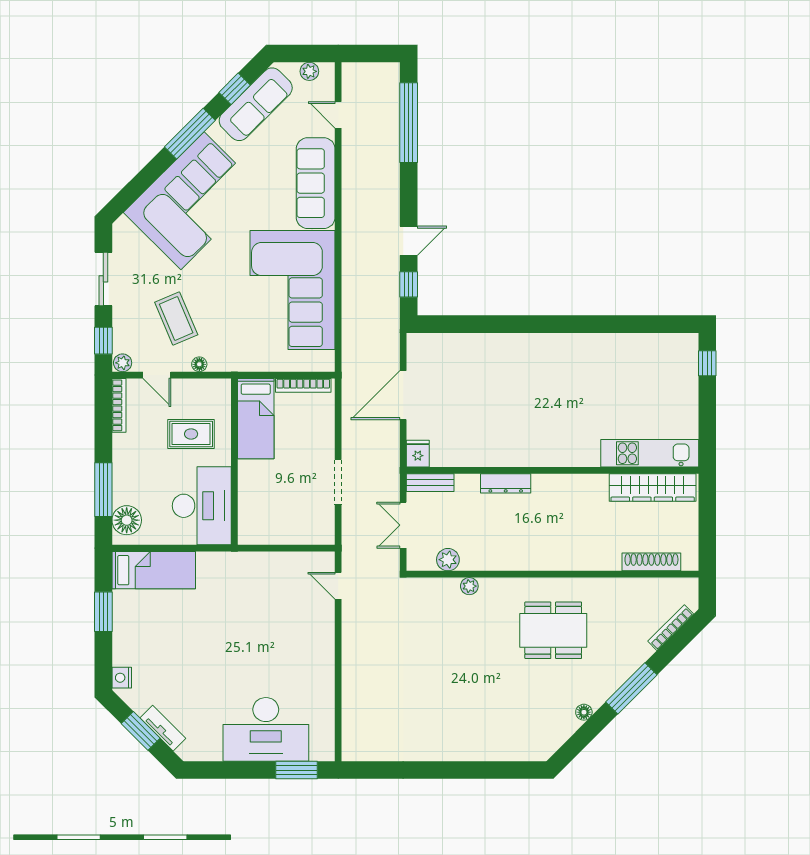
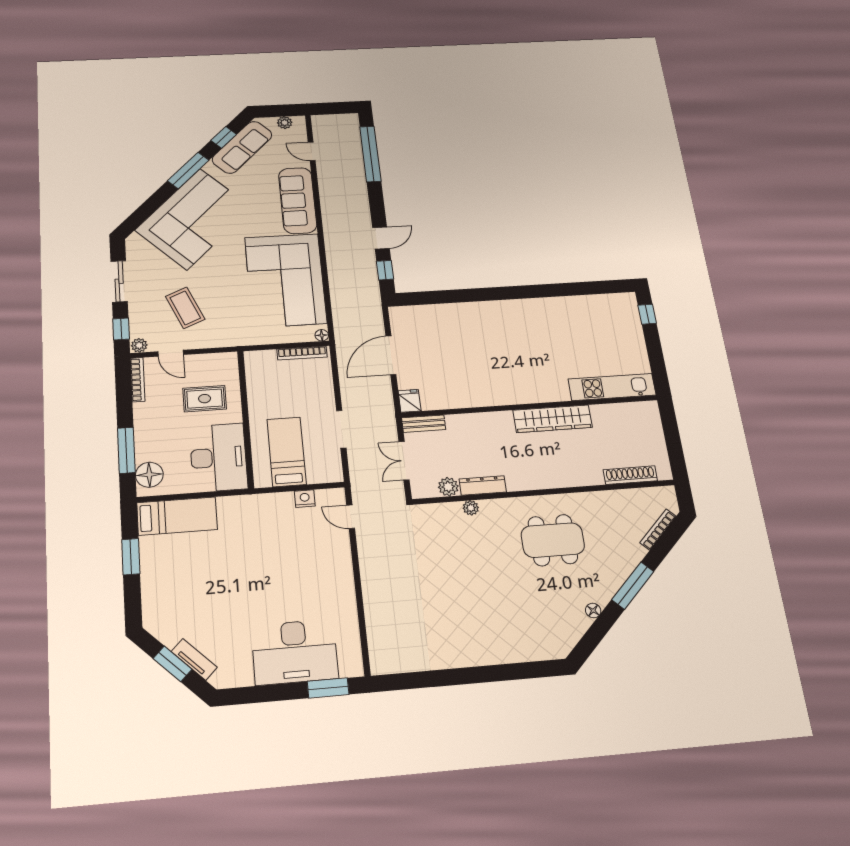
floor lamp: (199, 364) -> (322, 335), moved
bed: (256, 419) -> (286, 452), moved, turned 180
dresser: (506, 483) -> (483, 485), moved, turned 180
wardrobe: (653, 487) -> (553, 419), moved
nightstand: (122, 678) -> (305, 499), moved, turned 90

